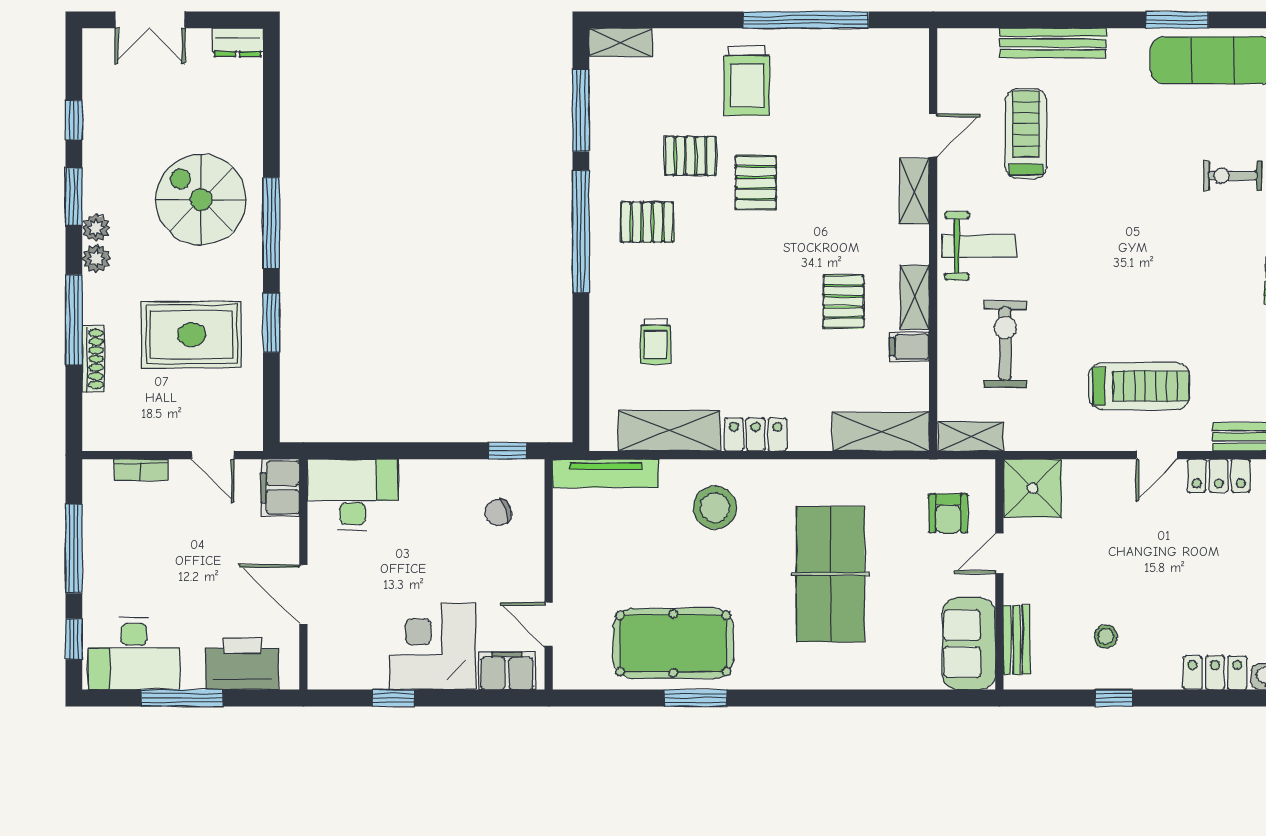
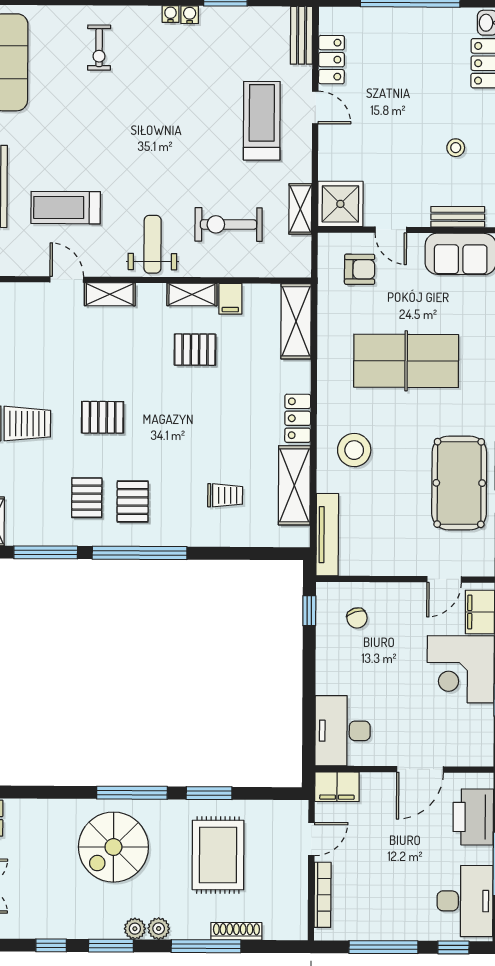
pallet: (691, 156) -> (87, 498), moved
shelving: (971, 436) -> (300, 209), moved
bookcase: (141, 470) -> (323, 895), width x1.56

